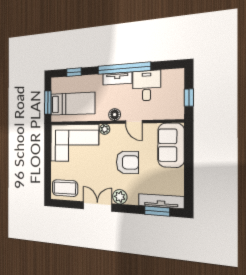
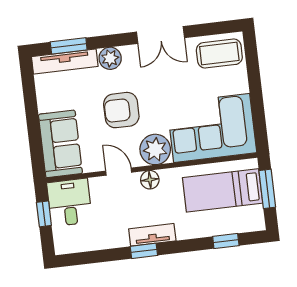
window: (124, 68) -> (144, 251), width x0.32
desk: (147, 86) -> (69, 202), moved, turned 180
plant: (105, 129) -> (155, 149), width x1.88, depth x1.88
plant: (120, 197) -> (110, 58), moved

